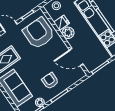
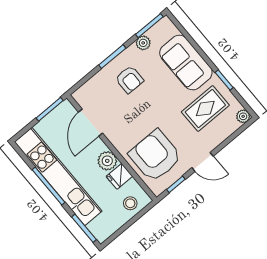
armchair: (39, 33) -> (155, 156), turned 180
door: (76, 57) -> (90, 123), swing flipped

